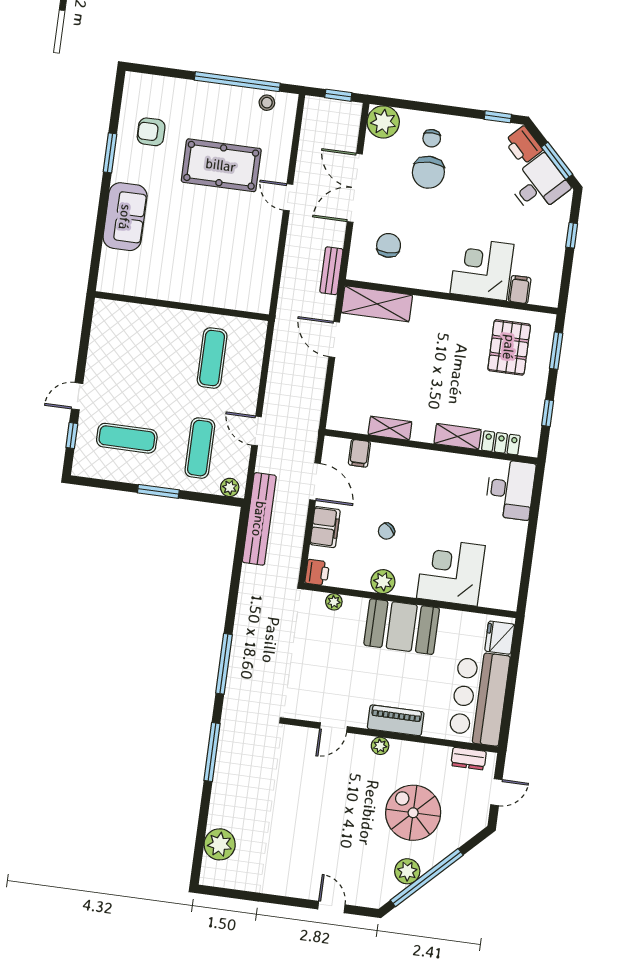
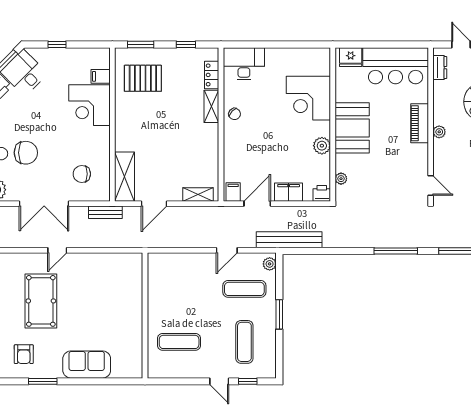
exercise mat: (212, 358) -> (179, 342), moved
shelving: (390, 428) -> (198, 194), moved, turned 90
filing cabinet: (359, 453) -> (233, 192), moved, turned -90
chair: (386, 531) -> (235, 114), moved
door: (333, 728) -> (431, 185), moved

